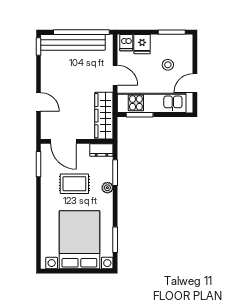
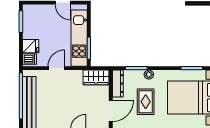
stool: (168, 65) -> (48, 25), removed
wardrobe: (104, 116) -> (96, 77), width x0.67
dresser: (101, 150) -> (118, 84), width x1.44

